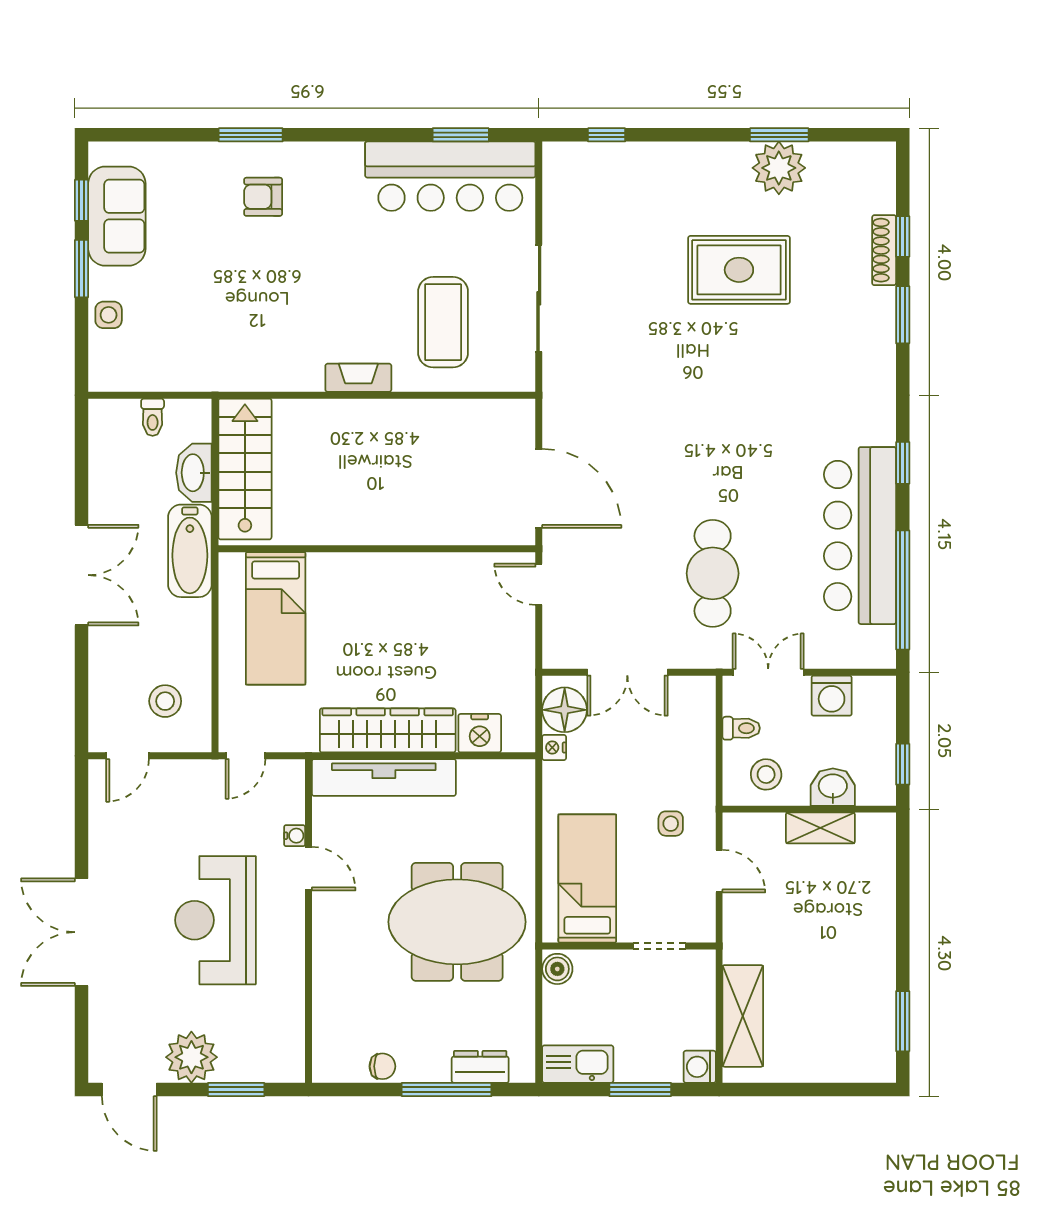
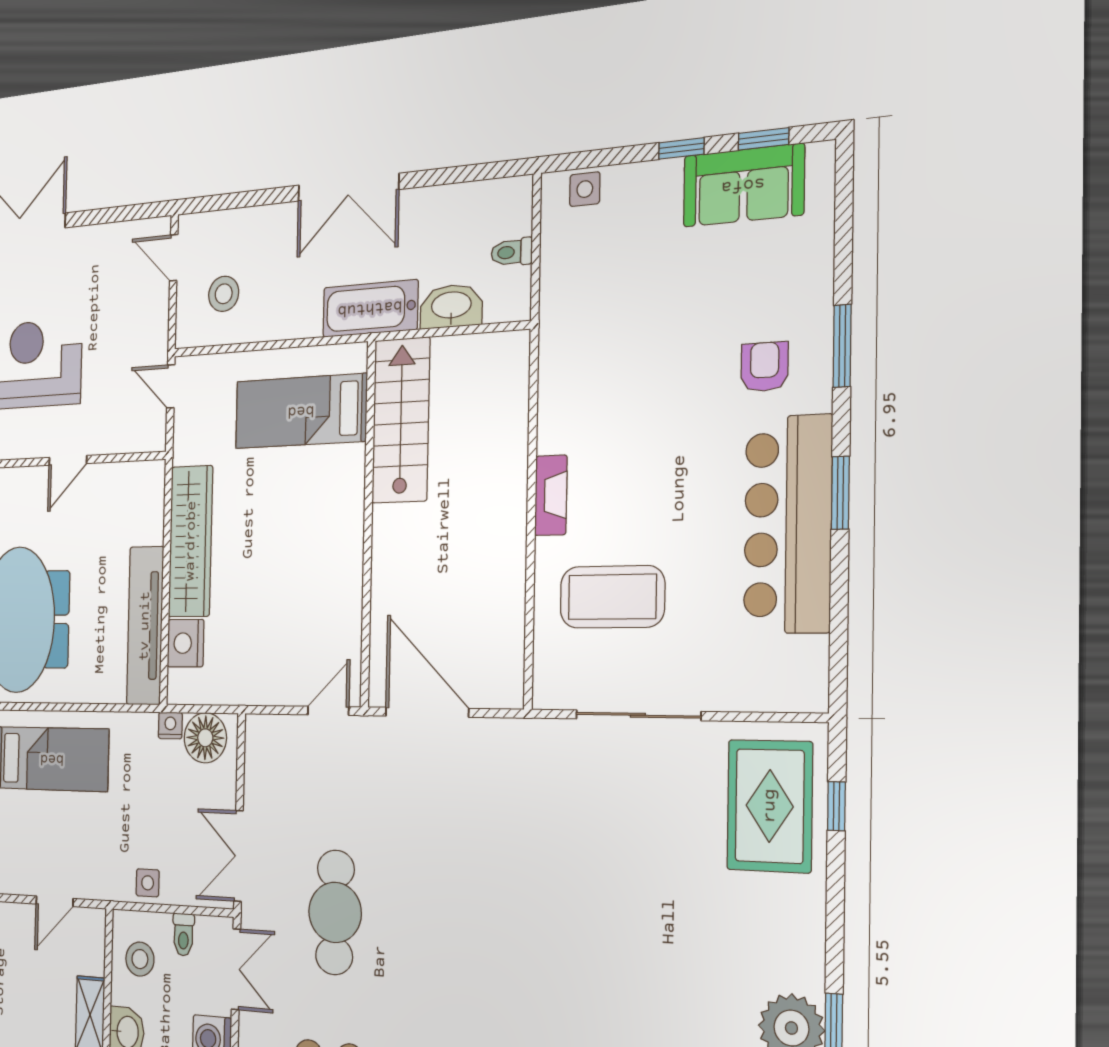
window: (461, 135) -> (840, 493), moved
bar counter: (450, 176) -> (788, 524), moved
window: (82, 269) -> (681, 148), width x0.67
rug: (739, 270) -> (770, 806), moved
side table: (109, 315) -> (585, 189), moved
stairs: (245, 469) -> (401, 420), moved, turned -90
door: (539, 488) -> (427, 712), swing flipped
cafe table: (713, 573) -> (335, 912), turned 90
double door: (627, 672) -> (238, 856), moved
tv unit: (384, 777) -> (145, 626), moved
side table: (671, 824) -> (148, 883), moved
water cooler: (295, 836) -> (97, 444), removed

